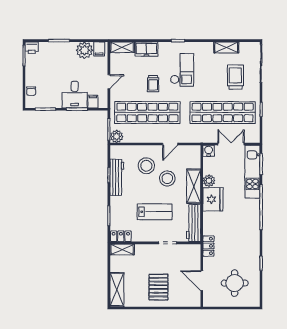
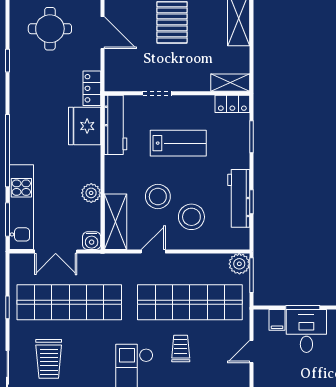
shelving: (194, 186) -> (116, 222), moved
fridge: (213, 199) -> (85, 126), moved
lab bench: (155, 212) -> (178, 143), turned 180

